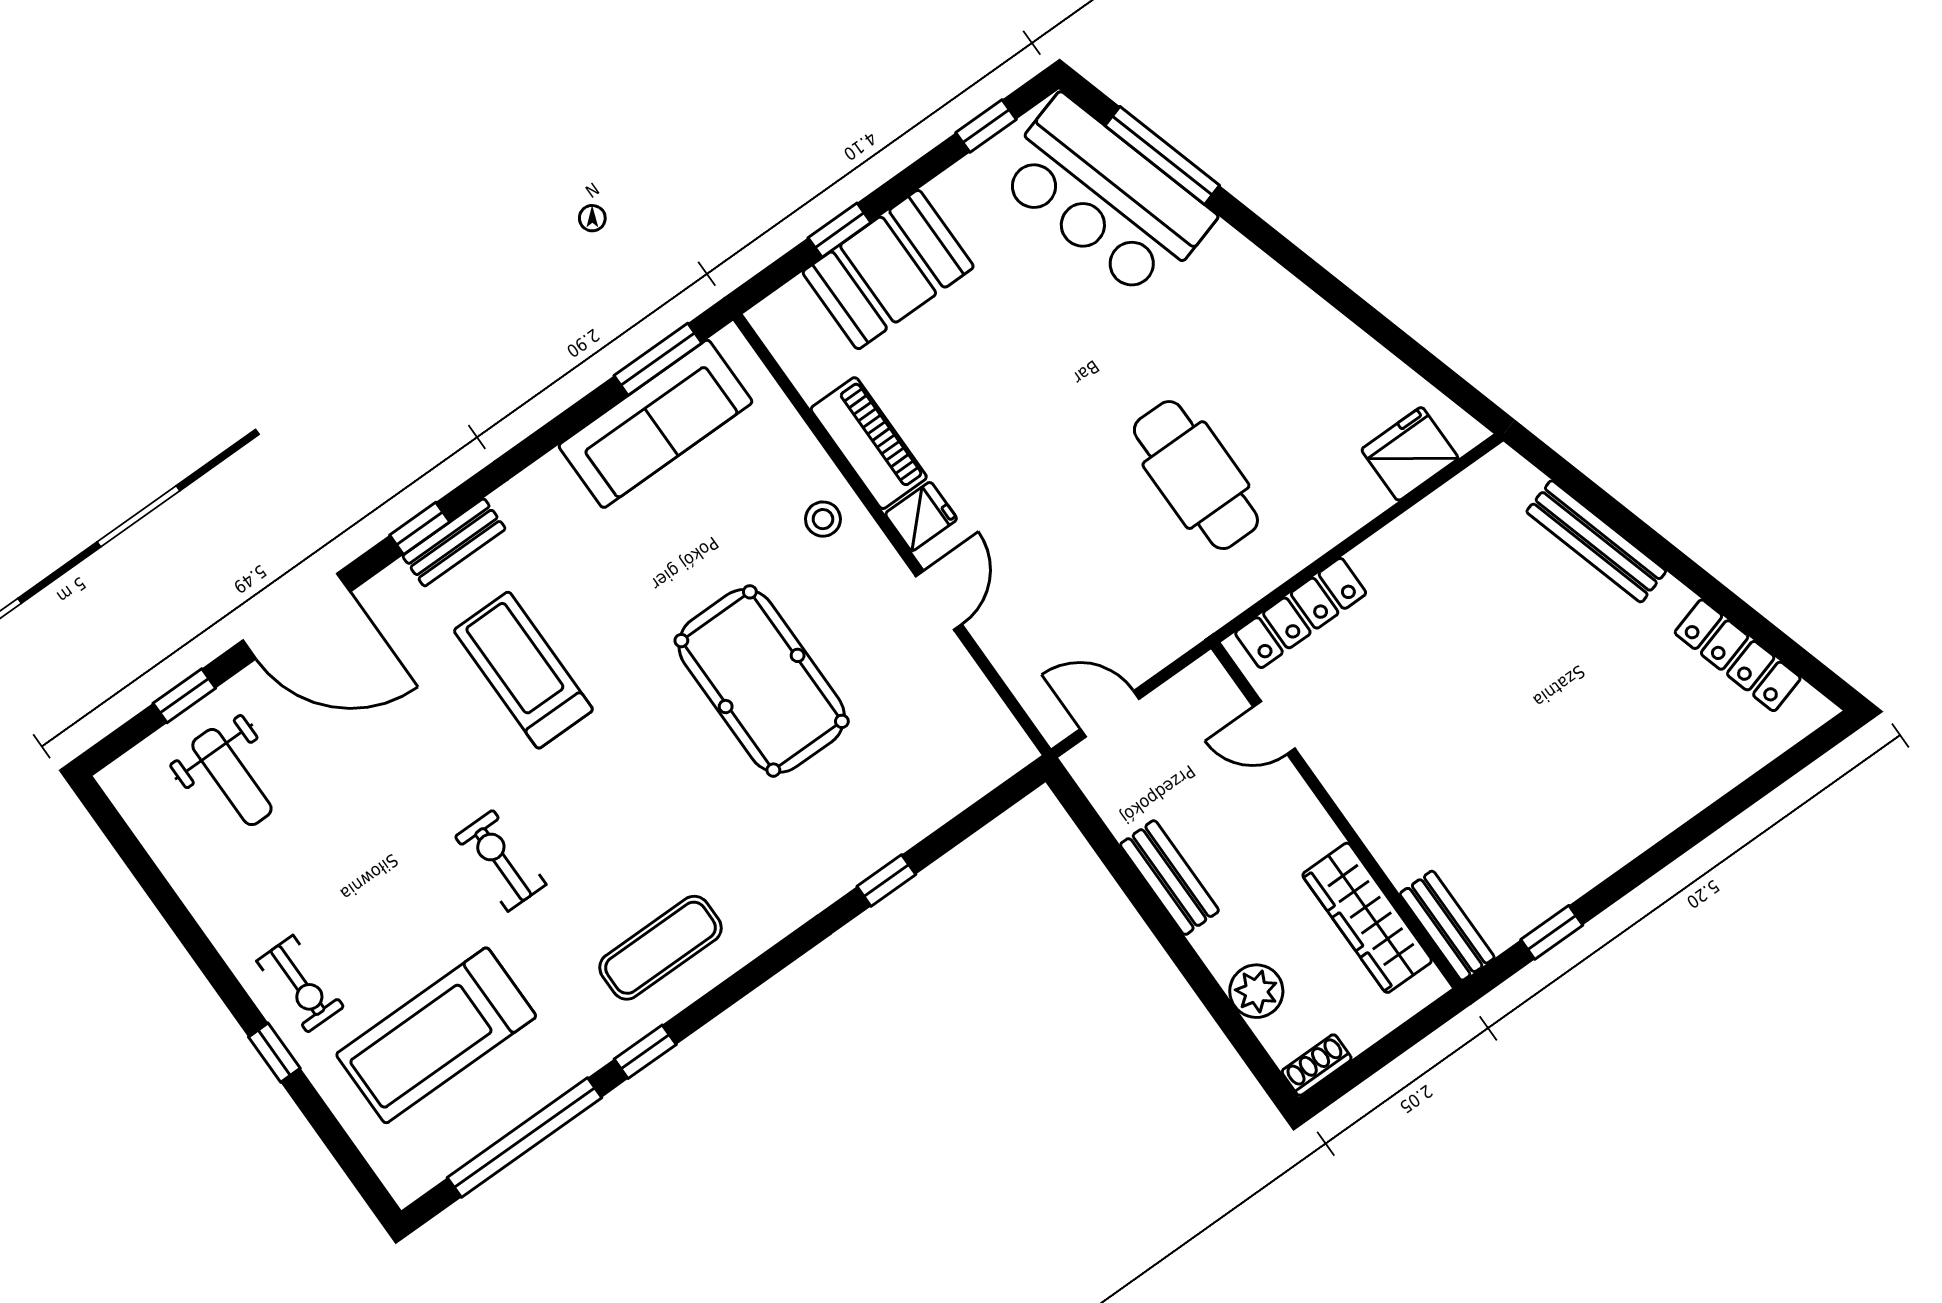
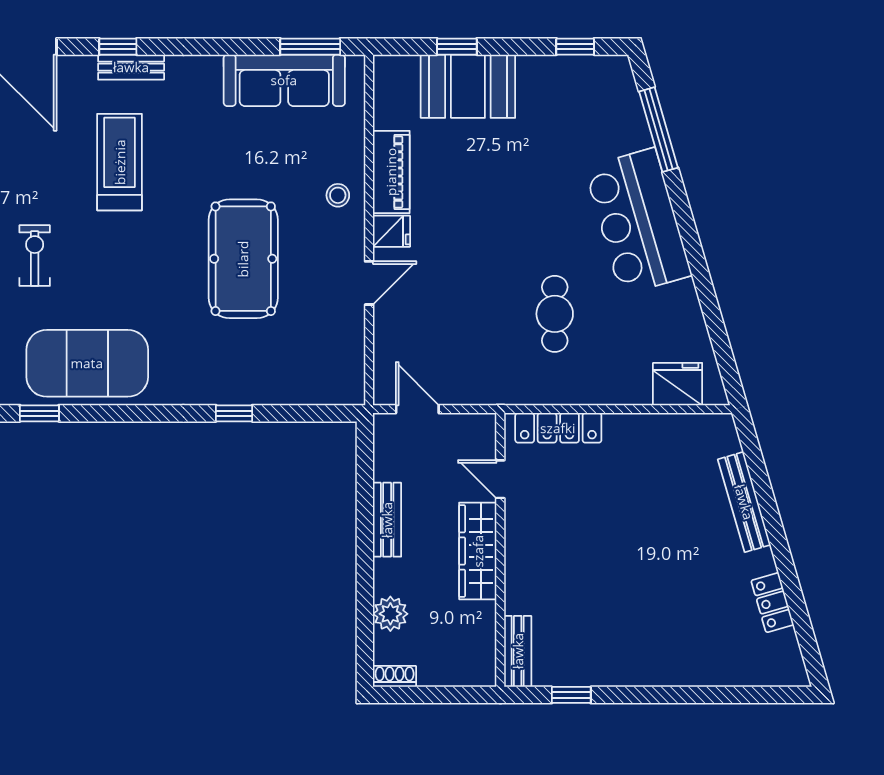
bar counter: (1105, 197) -> (638, 221), moved
cafe table: (1196, 475) -> (555, 314), width x0.73, depth x0.74
locker: (1738, 655) -> (772, 603), width x0.66
wardrobe: (1367, 918) -> (478, 551), moved
exercise mat: (660, 948) -> (87, 363), width x2.00, depth x1.45

